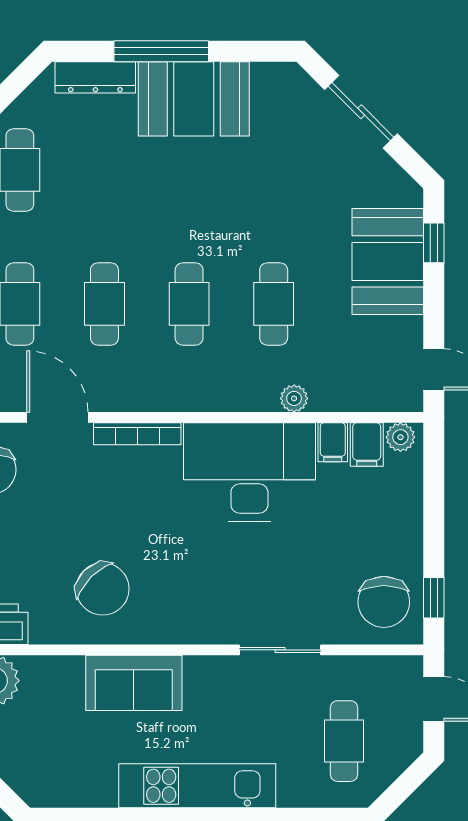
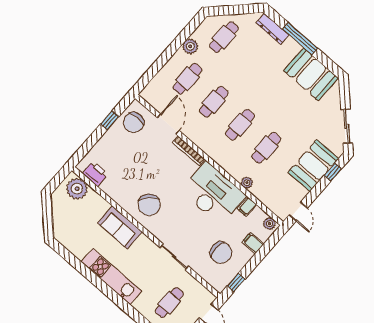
booth: (194, 99) -> (311, 74), moved
sliding door: (361, 112) -> (347, 126), moved
filing cabinet: (367, 445) -> (253, 243), moved, turned 90
chair: (103, 589) -> (149, 205), moved
chair: (384, 602) -> (221, 253), moved, turned -90

